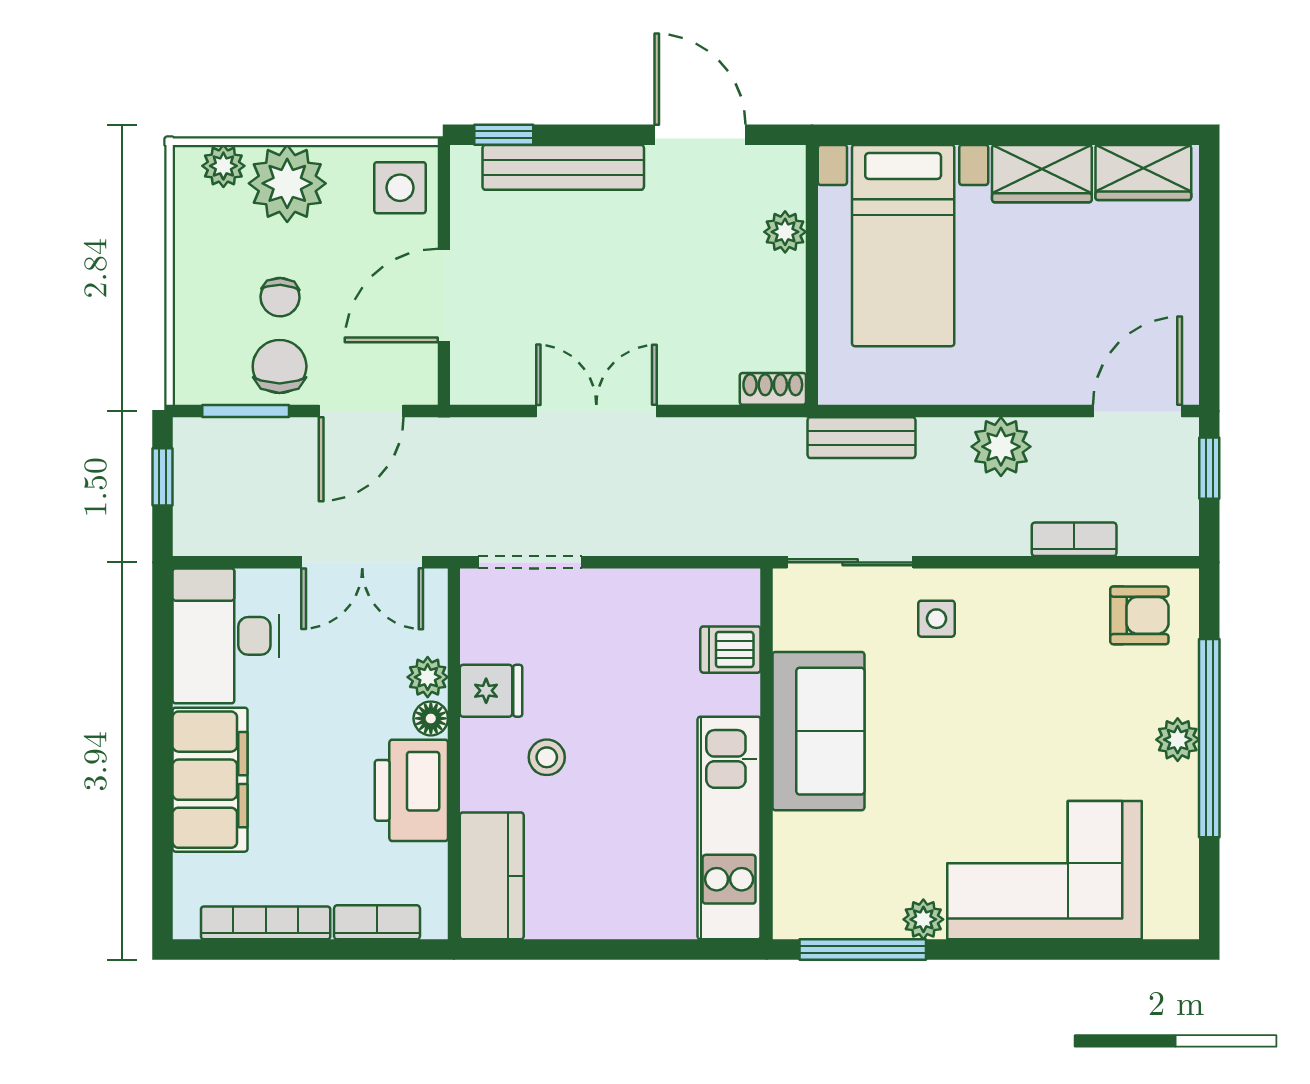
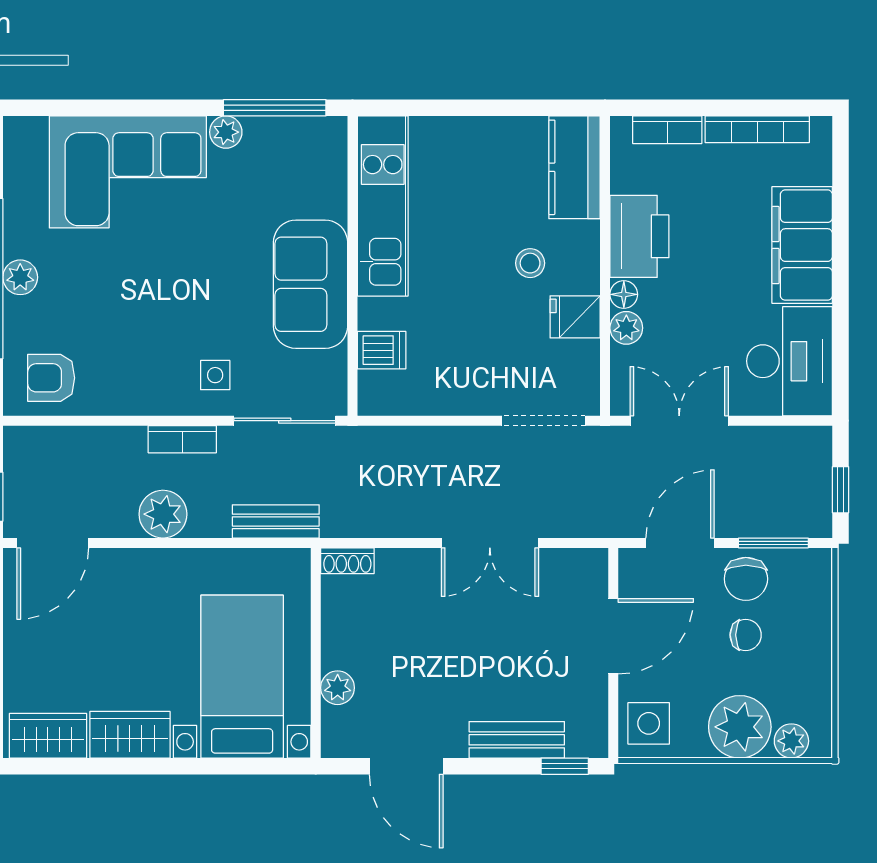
bench: (563, 167) -> (517, 740), width x0.73
chair: (280, 297) -> (746, 635), turned 88
bookcase: (1074, 539) -> (182, 439), moved

